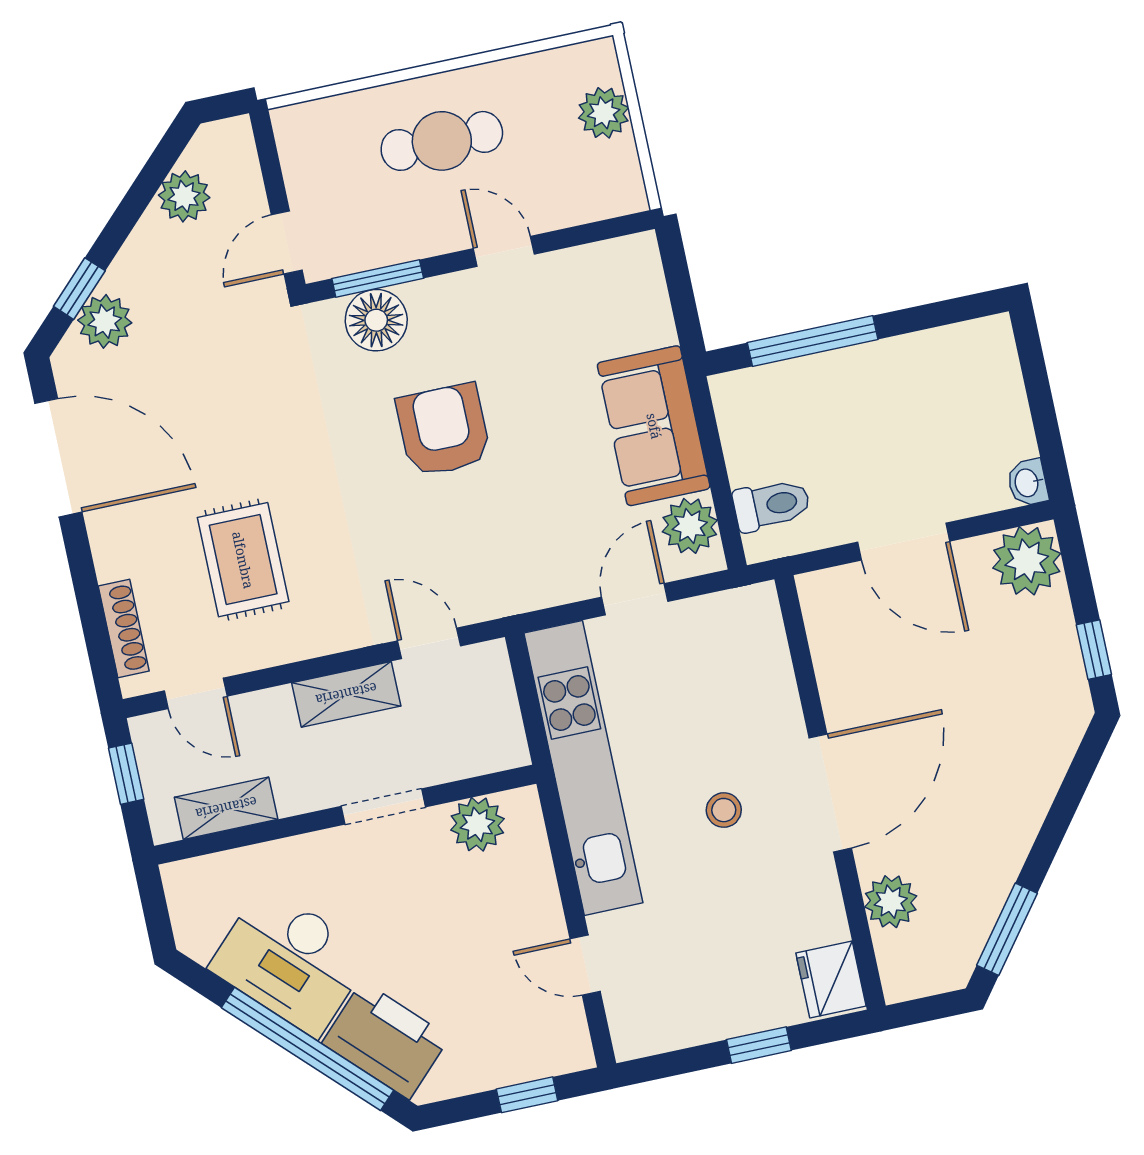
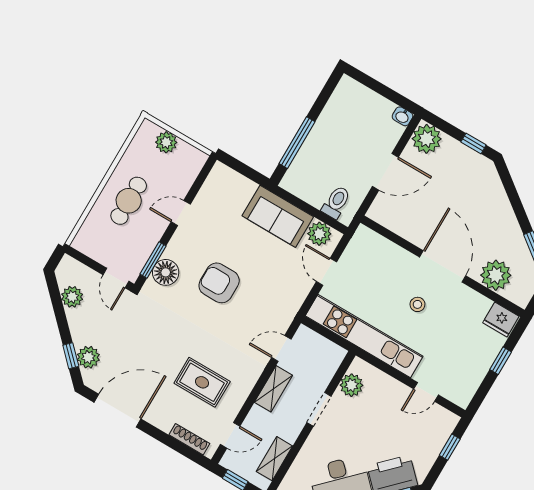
plant: (891, 902) -> (496, 275), width x1.36, depth x1.36

